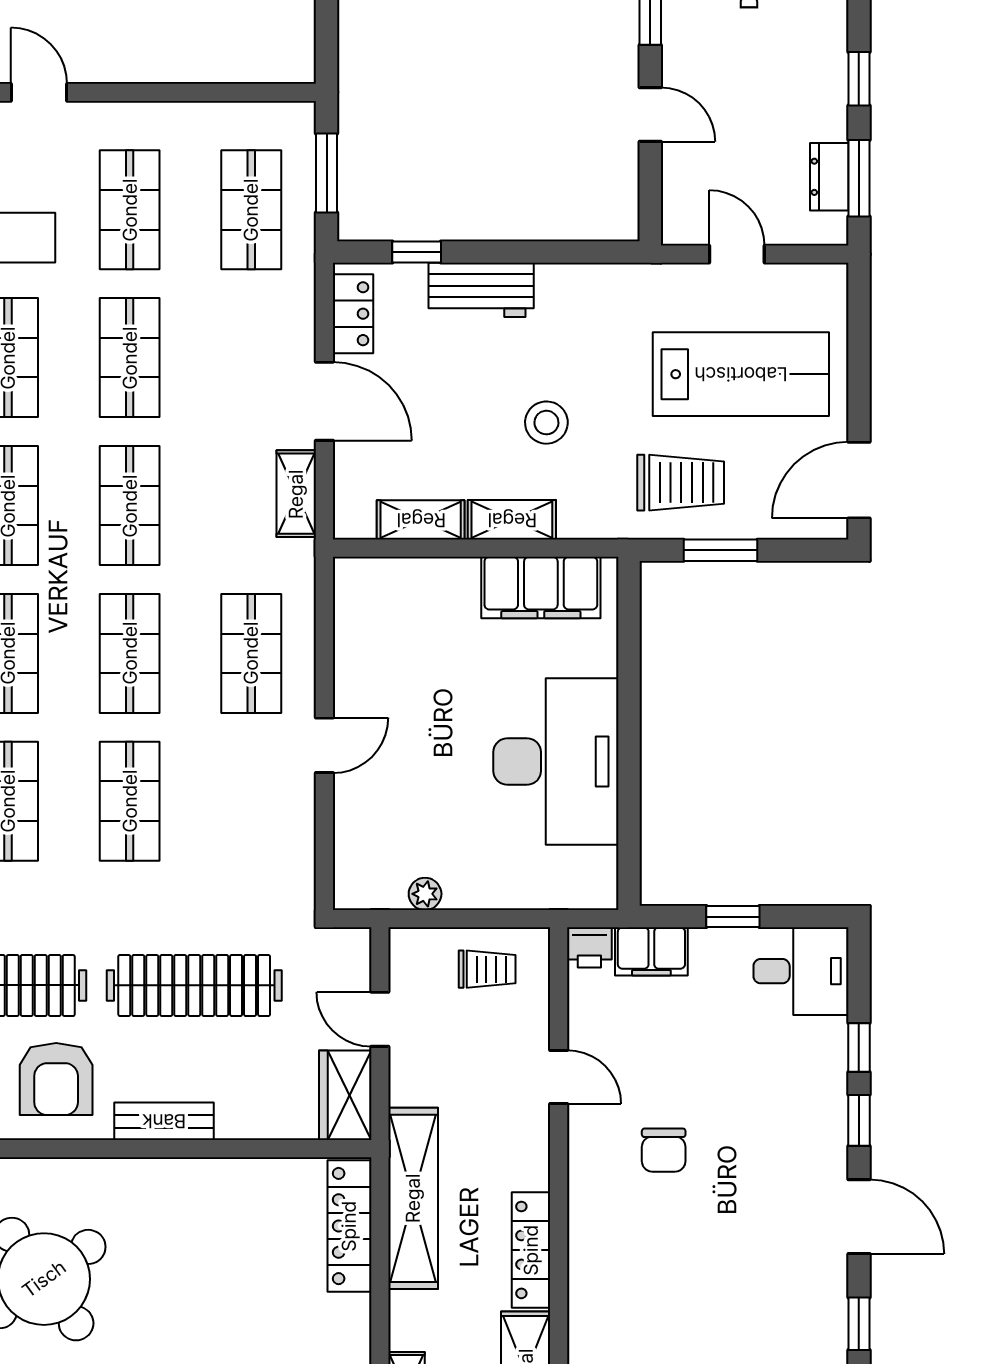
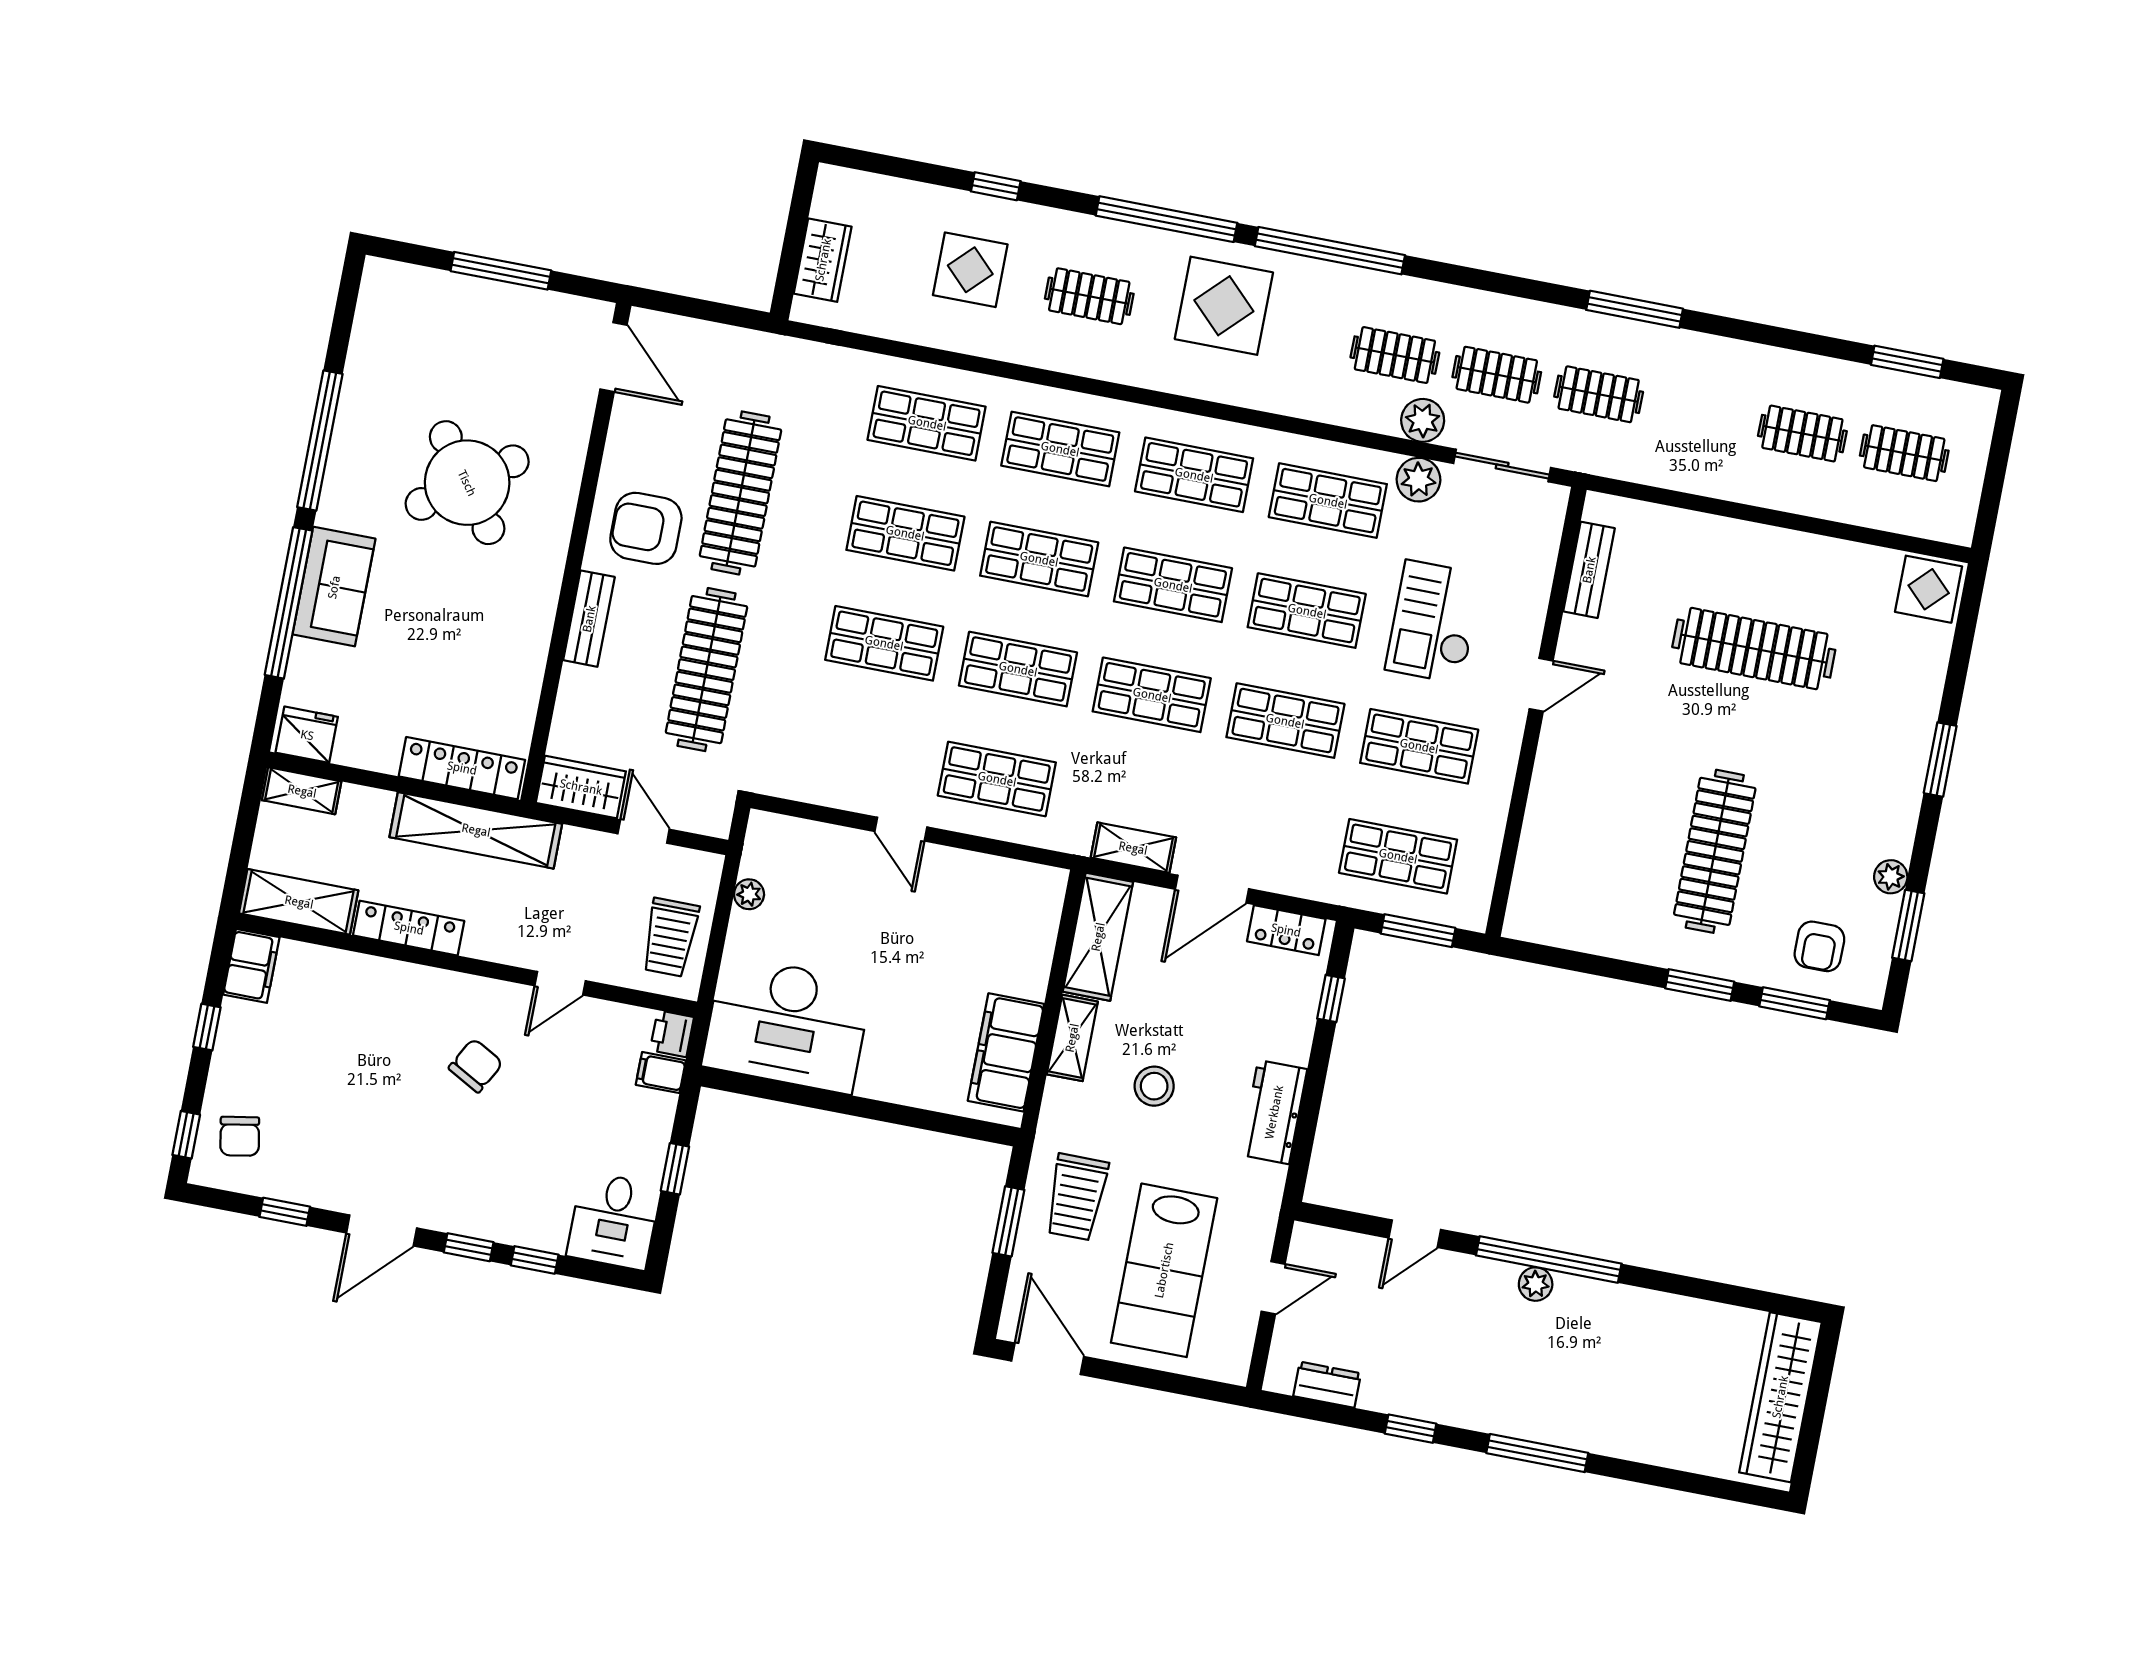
window: (859, 178) -> (1321, 1411), removed
workbench: (481, 290) -> (1274, 1112), moved
shelving: (421, 520) -> (1098, 937), width x1.50, depth x1.33
desk: (556, 762) -> (787, 1024), moved
filing cabinet: (651, 951) -> (661, 1073), width x0.50
trolley: (487, 969) -> (670, 937), width x1.36, depth x1.39
door: (380, 1019) -> (644, 832), hinge flipped
chair: (664, 1150) -> (476, 1065), turned 119

